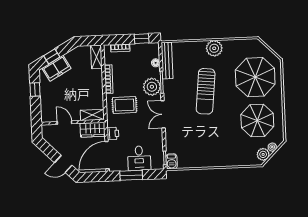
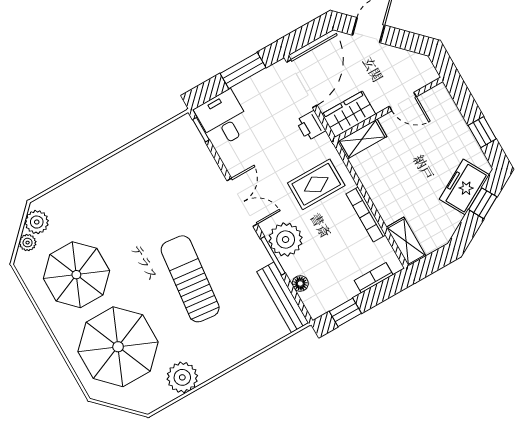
plant: (214, 48) -> (182, 377), moved
desk: (139, 158) -> (223, 119), moved
barbecue: (172, 161) -> (186, 130), removed

